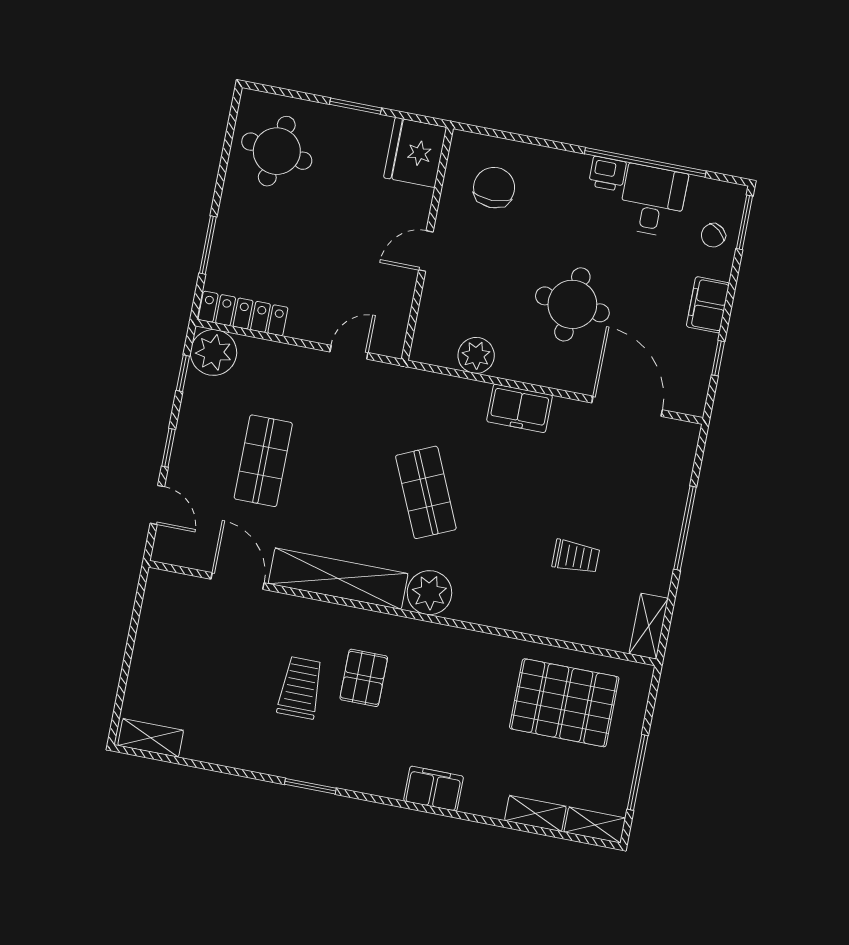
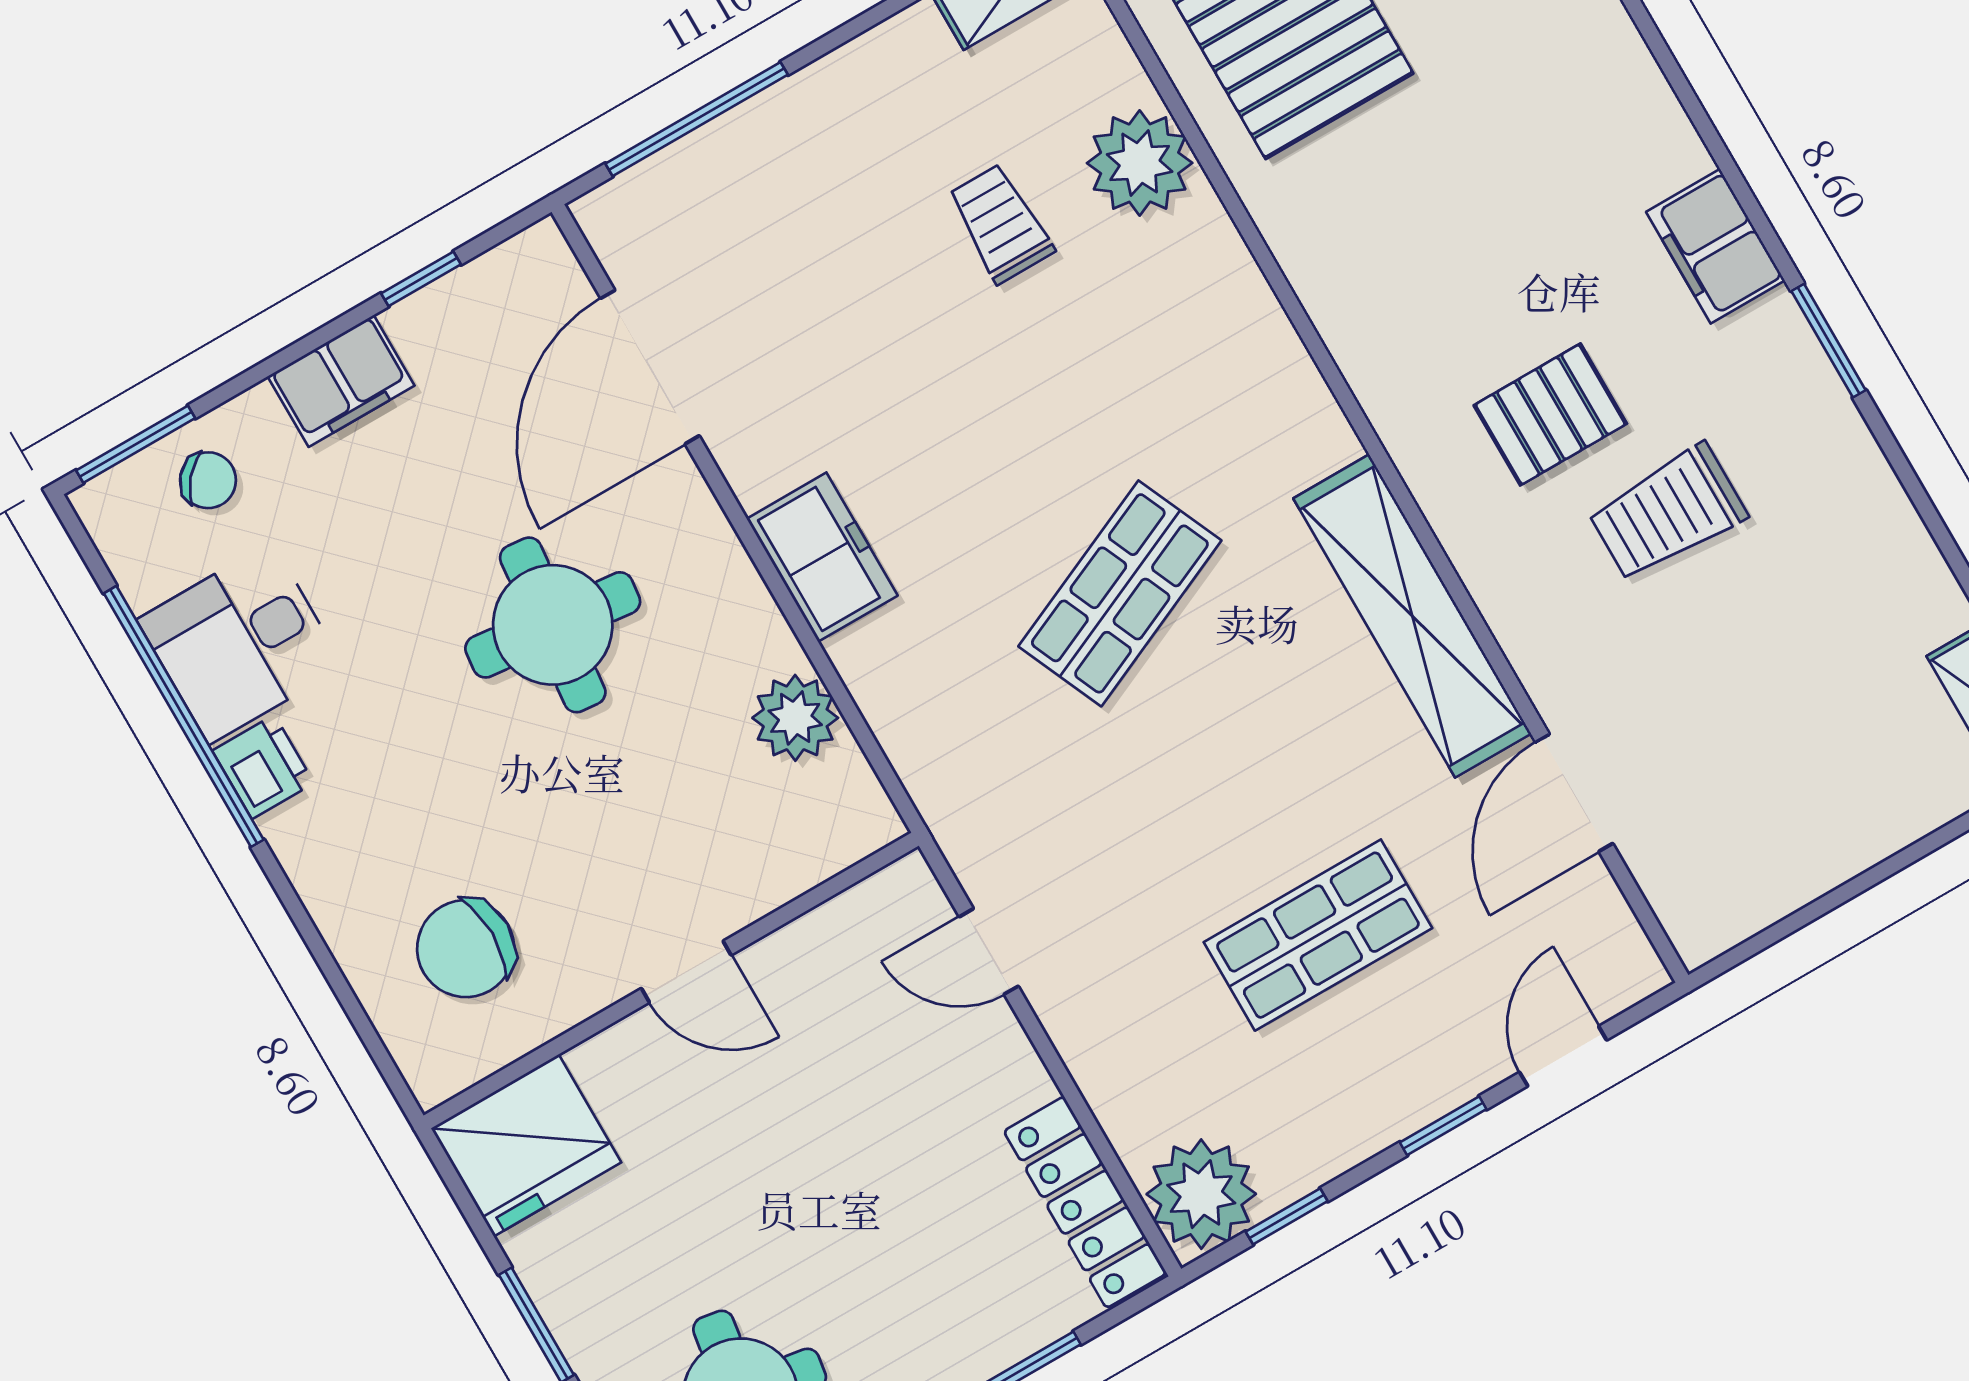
window: (685, 528) -> (697, 119), moved
plant: (429, 593) -> (1140, 163), moved
filing cabinet: (434, 789) -> (1716, 246), moved

